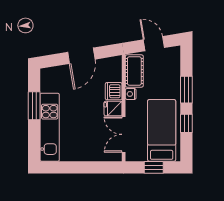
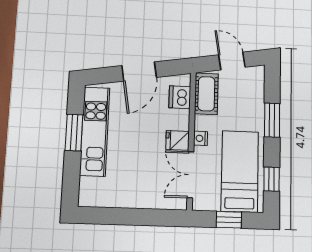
dishwasher: (114, 91) -> (180, 97), moved
nightstand: (131, 94) -> (201, 138), moved
window: (186, 123) -> (272, 179), moved
kitchen unit: (50, 127) -> (95, 131), moved

